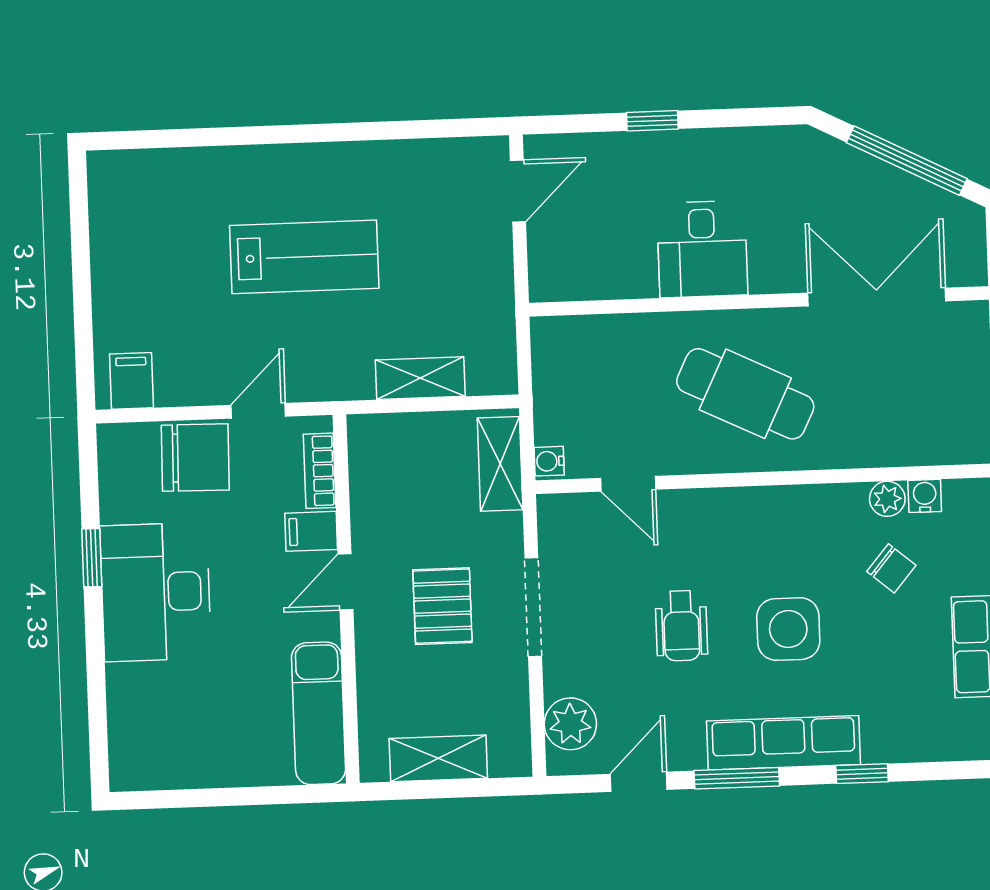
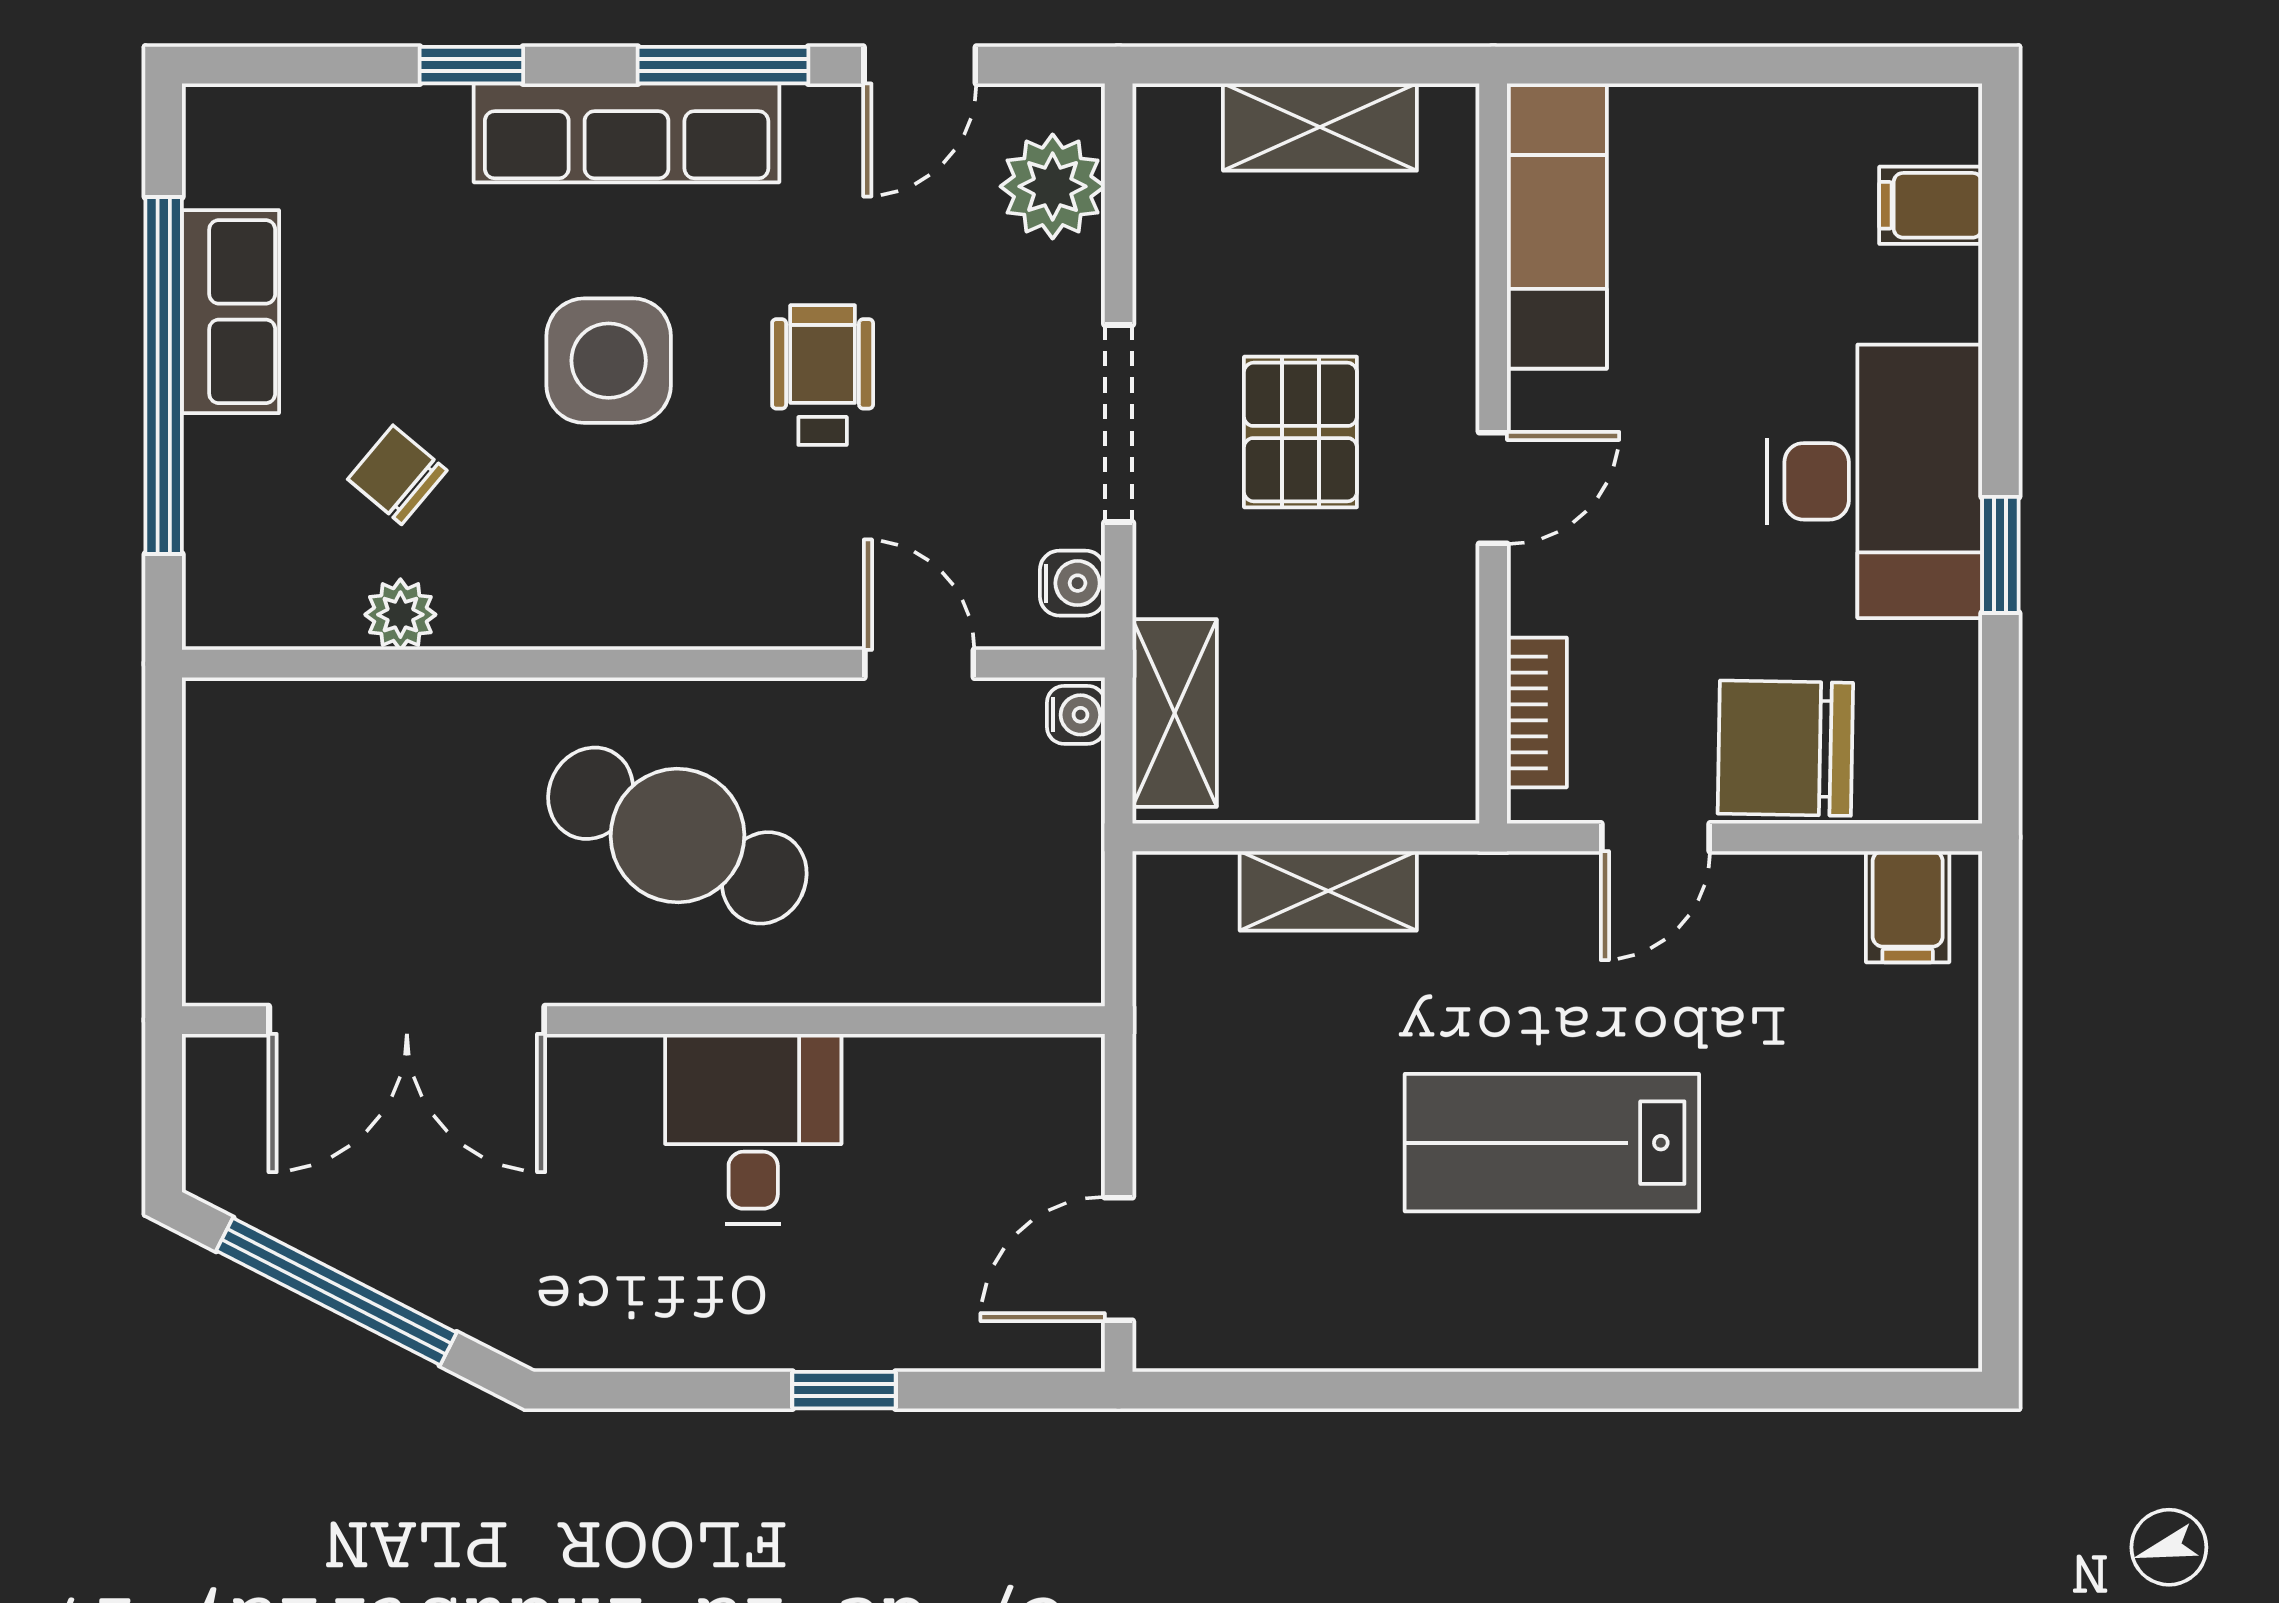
water cooler: (925, 496) -> (1072, 583), moved, turned -90
filing cabinet: (311, 531) -> (1931, 205), moved, turned 180

